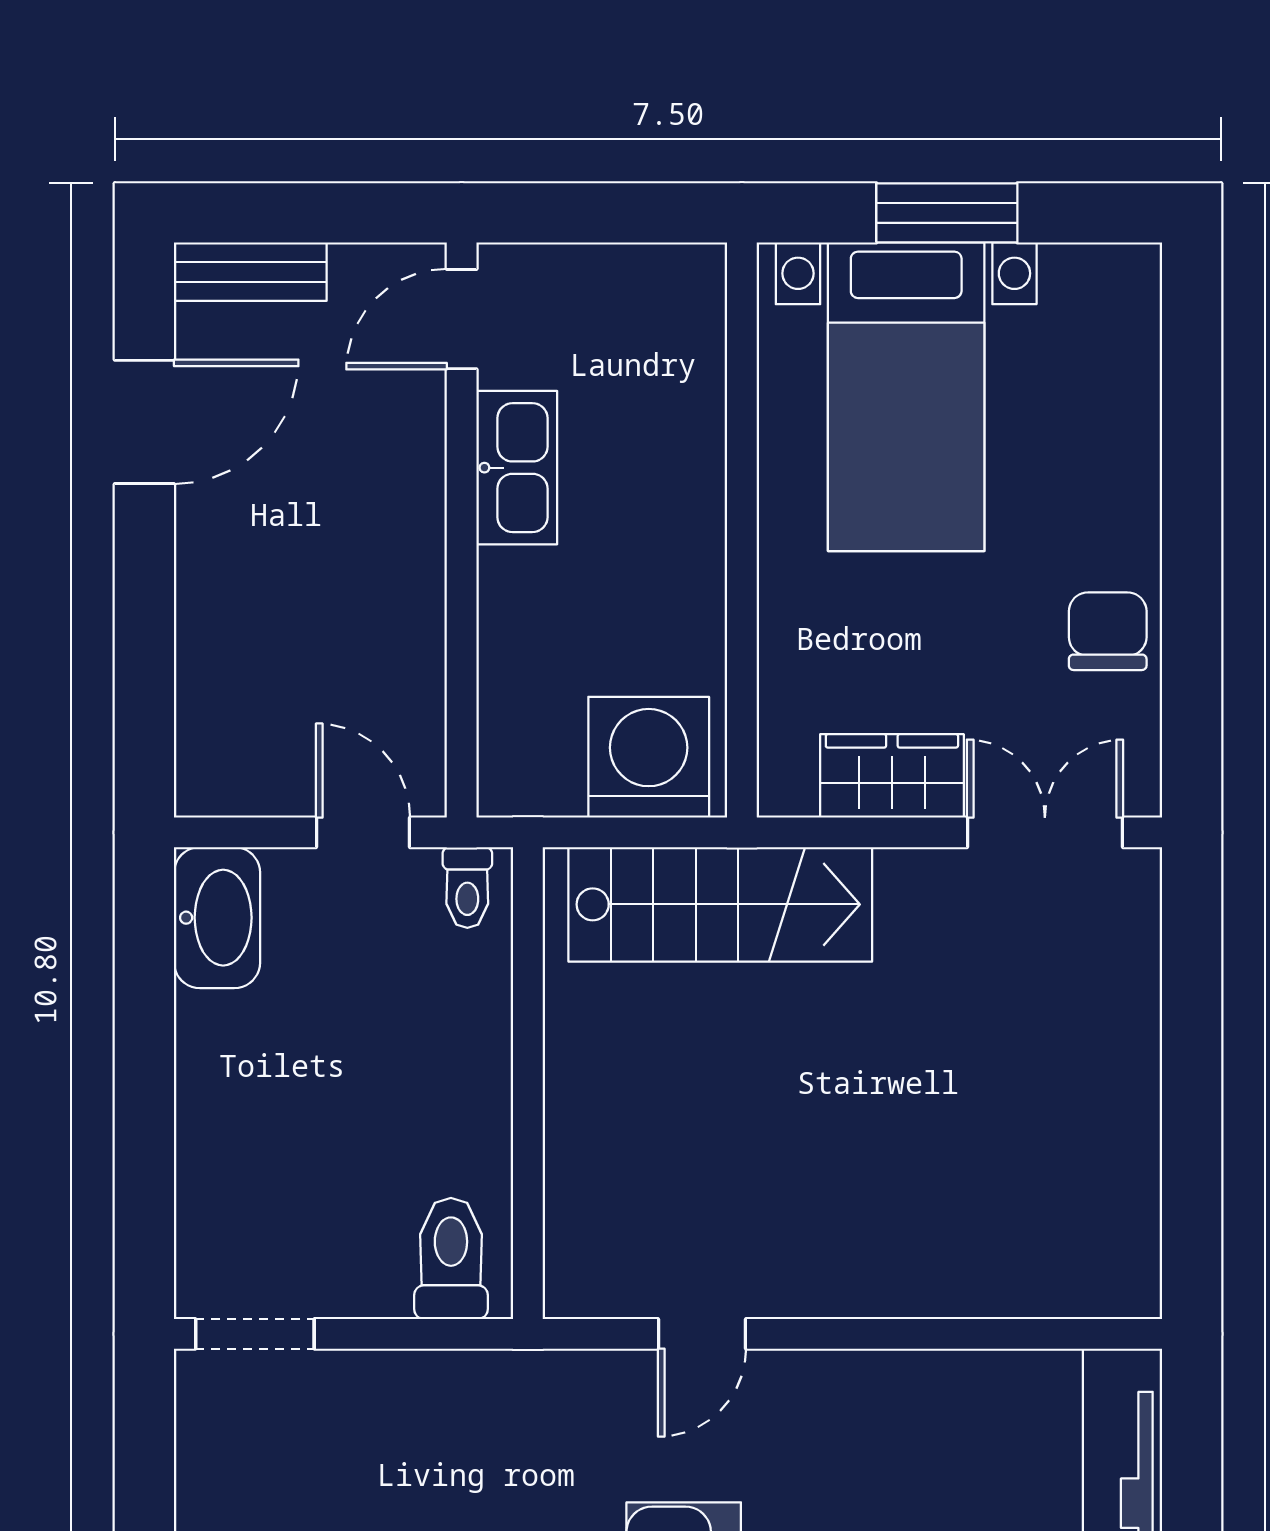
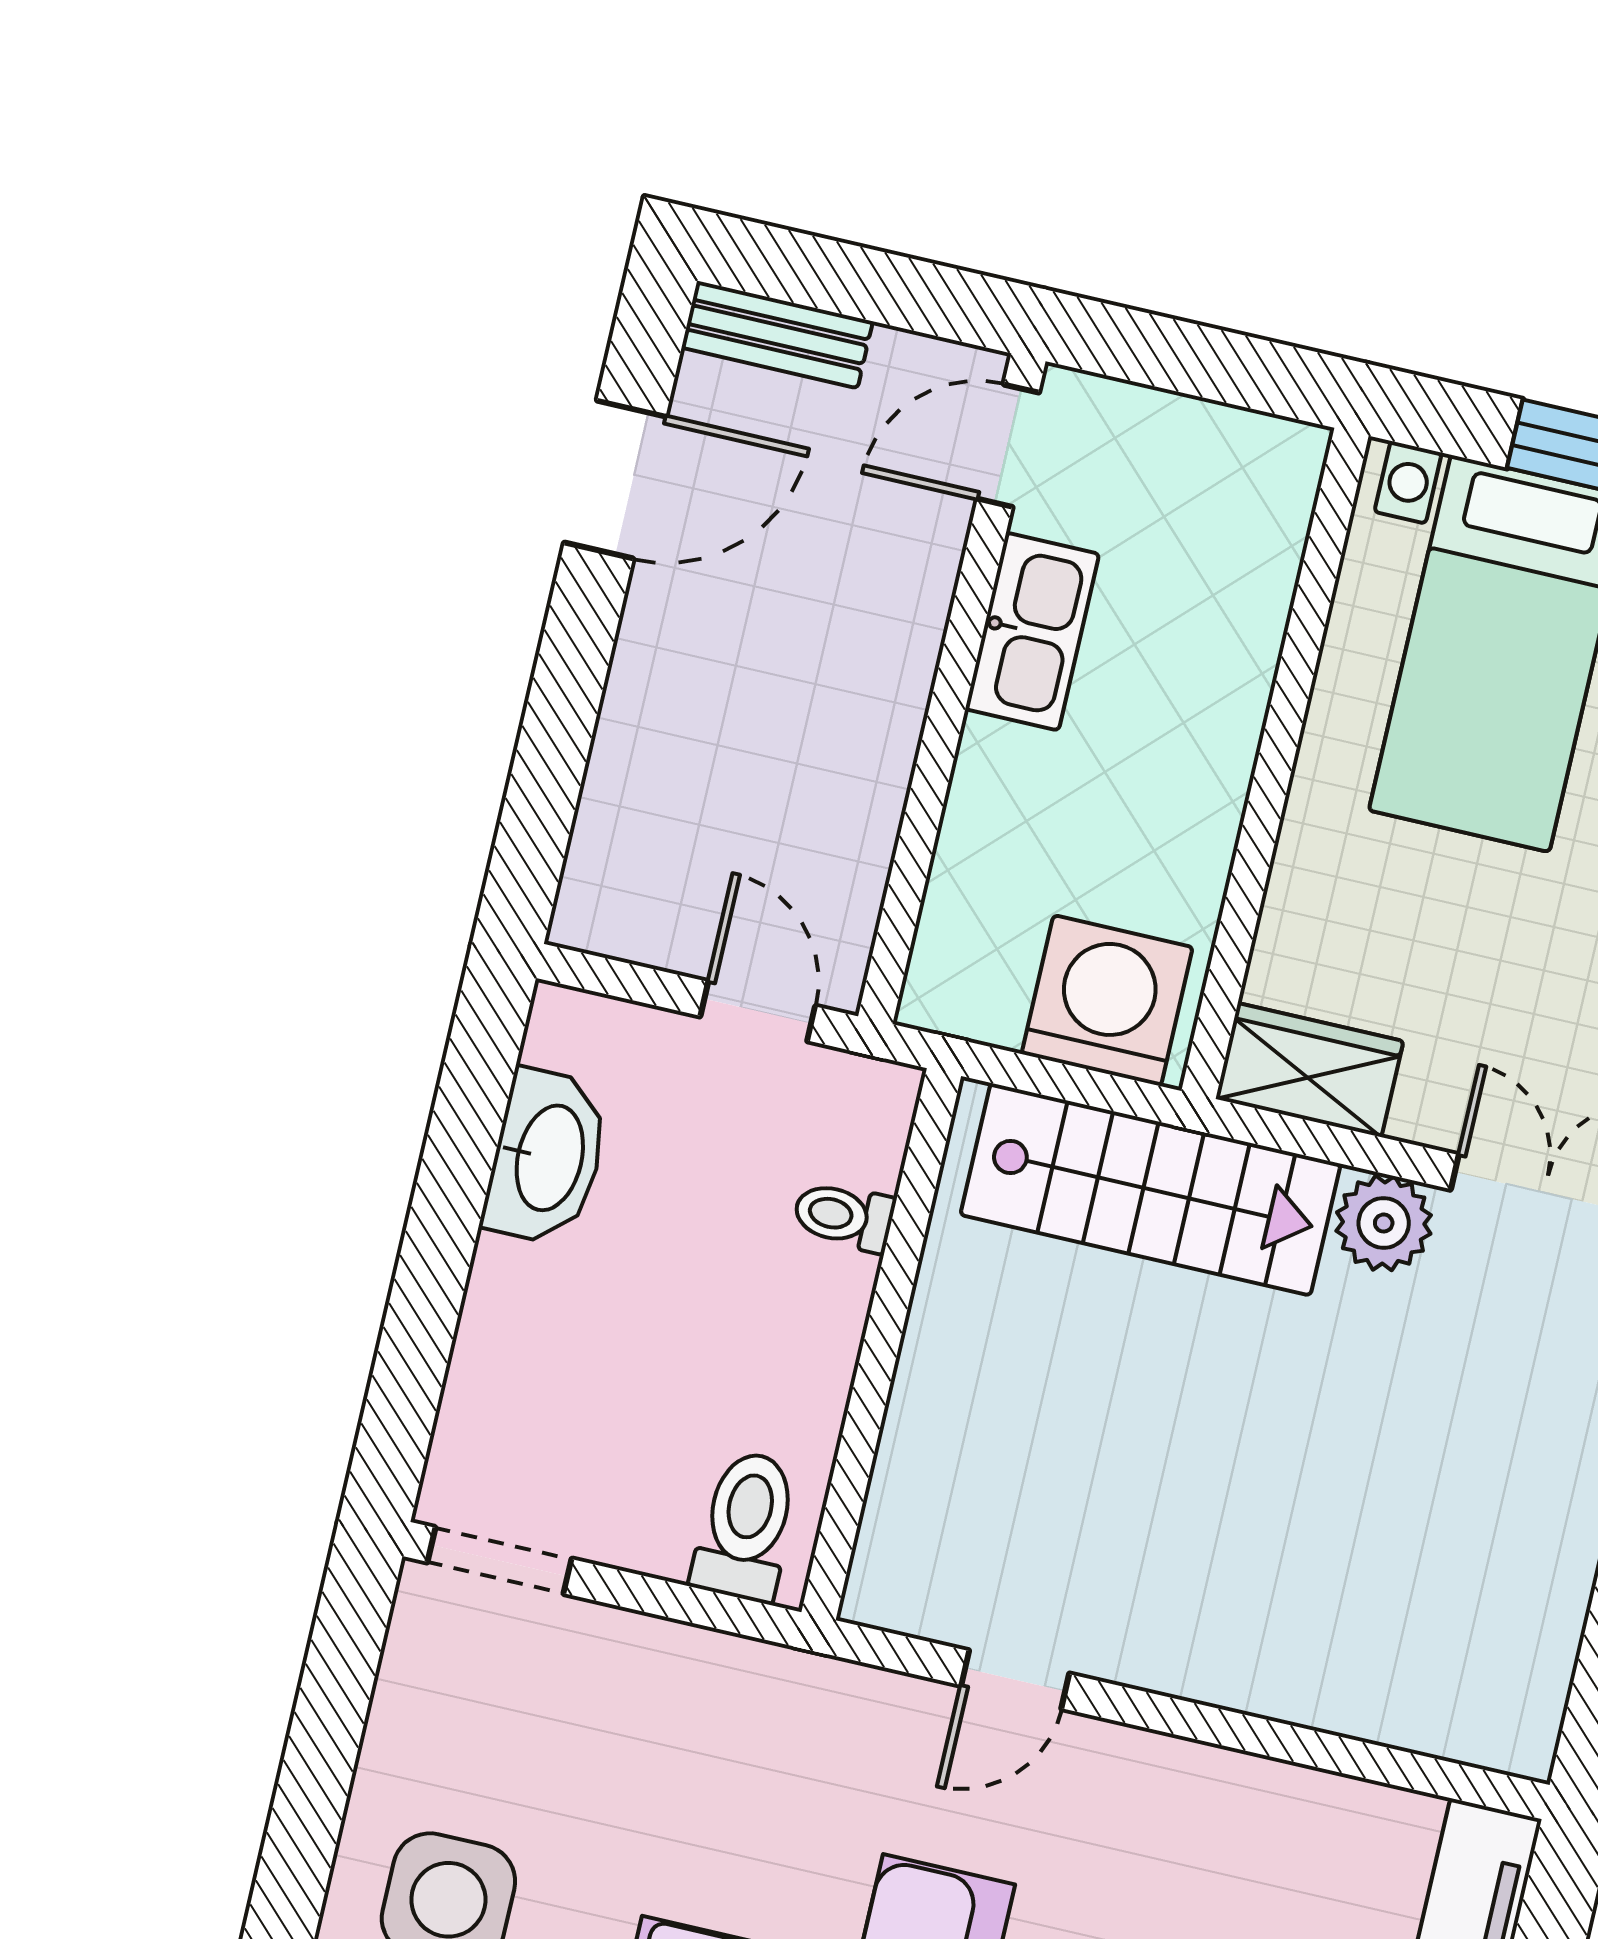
wardrobe: (892, 776) -> (1309, 1070), moved
toilet: (467, 888) -> (844, 1216), moved, turned 90
plant: (919, 888) -> (1384, 1223), added
washbasin: (217, 918) -> (547, 1157), moved

